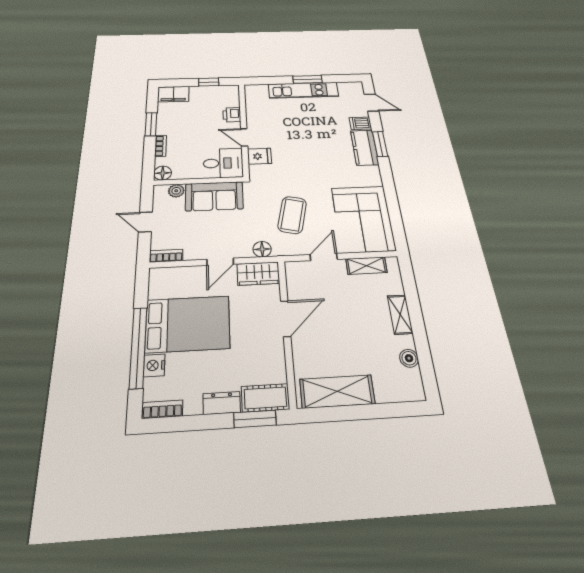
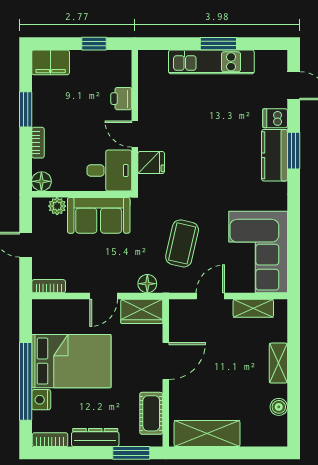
cot: (265, 398) -> (151, 413), moved, turned 90
dresser: (222, 403) -> (95, 438), width x1.44

